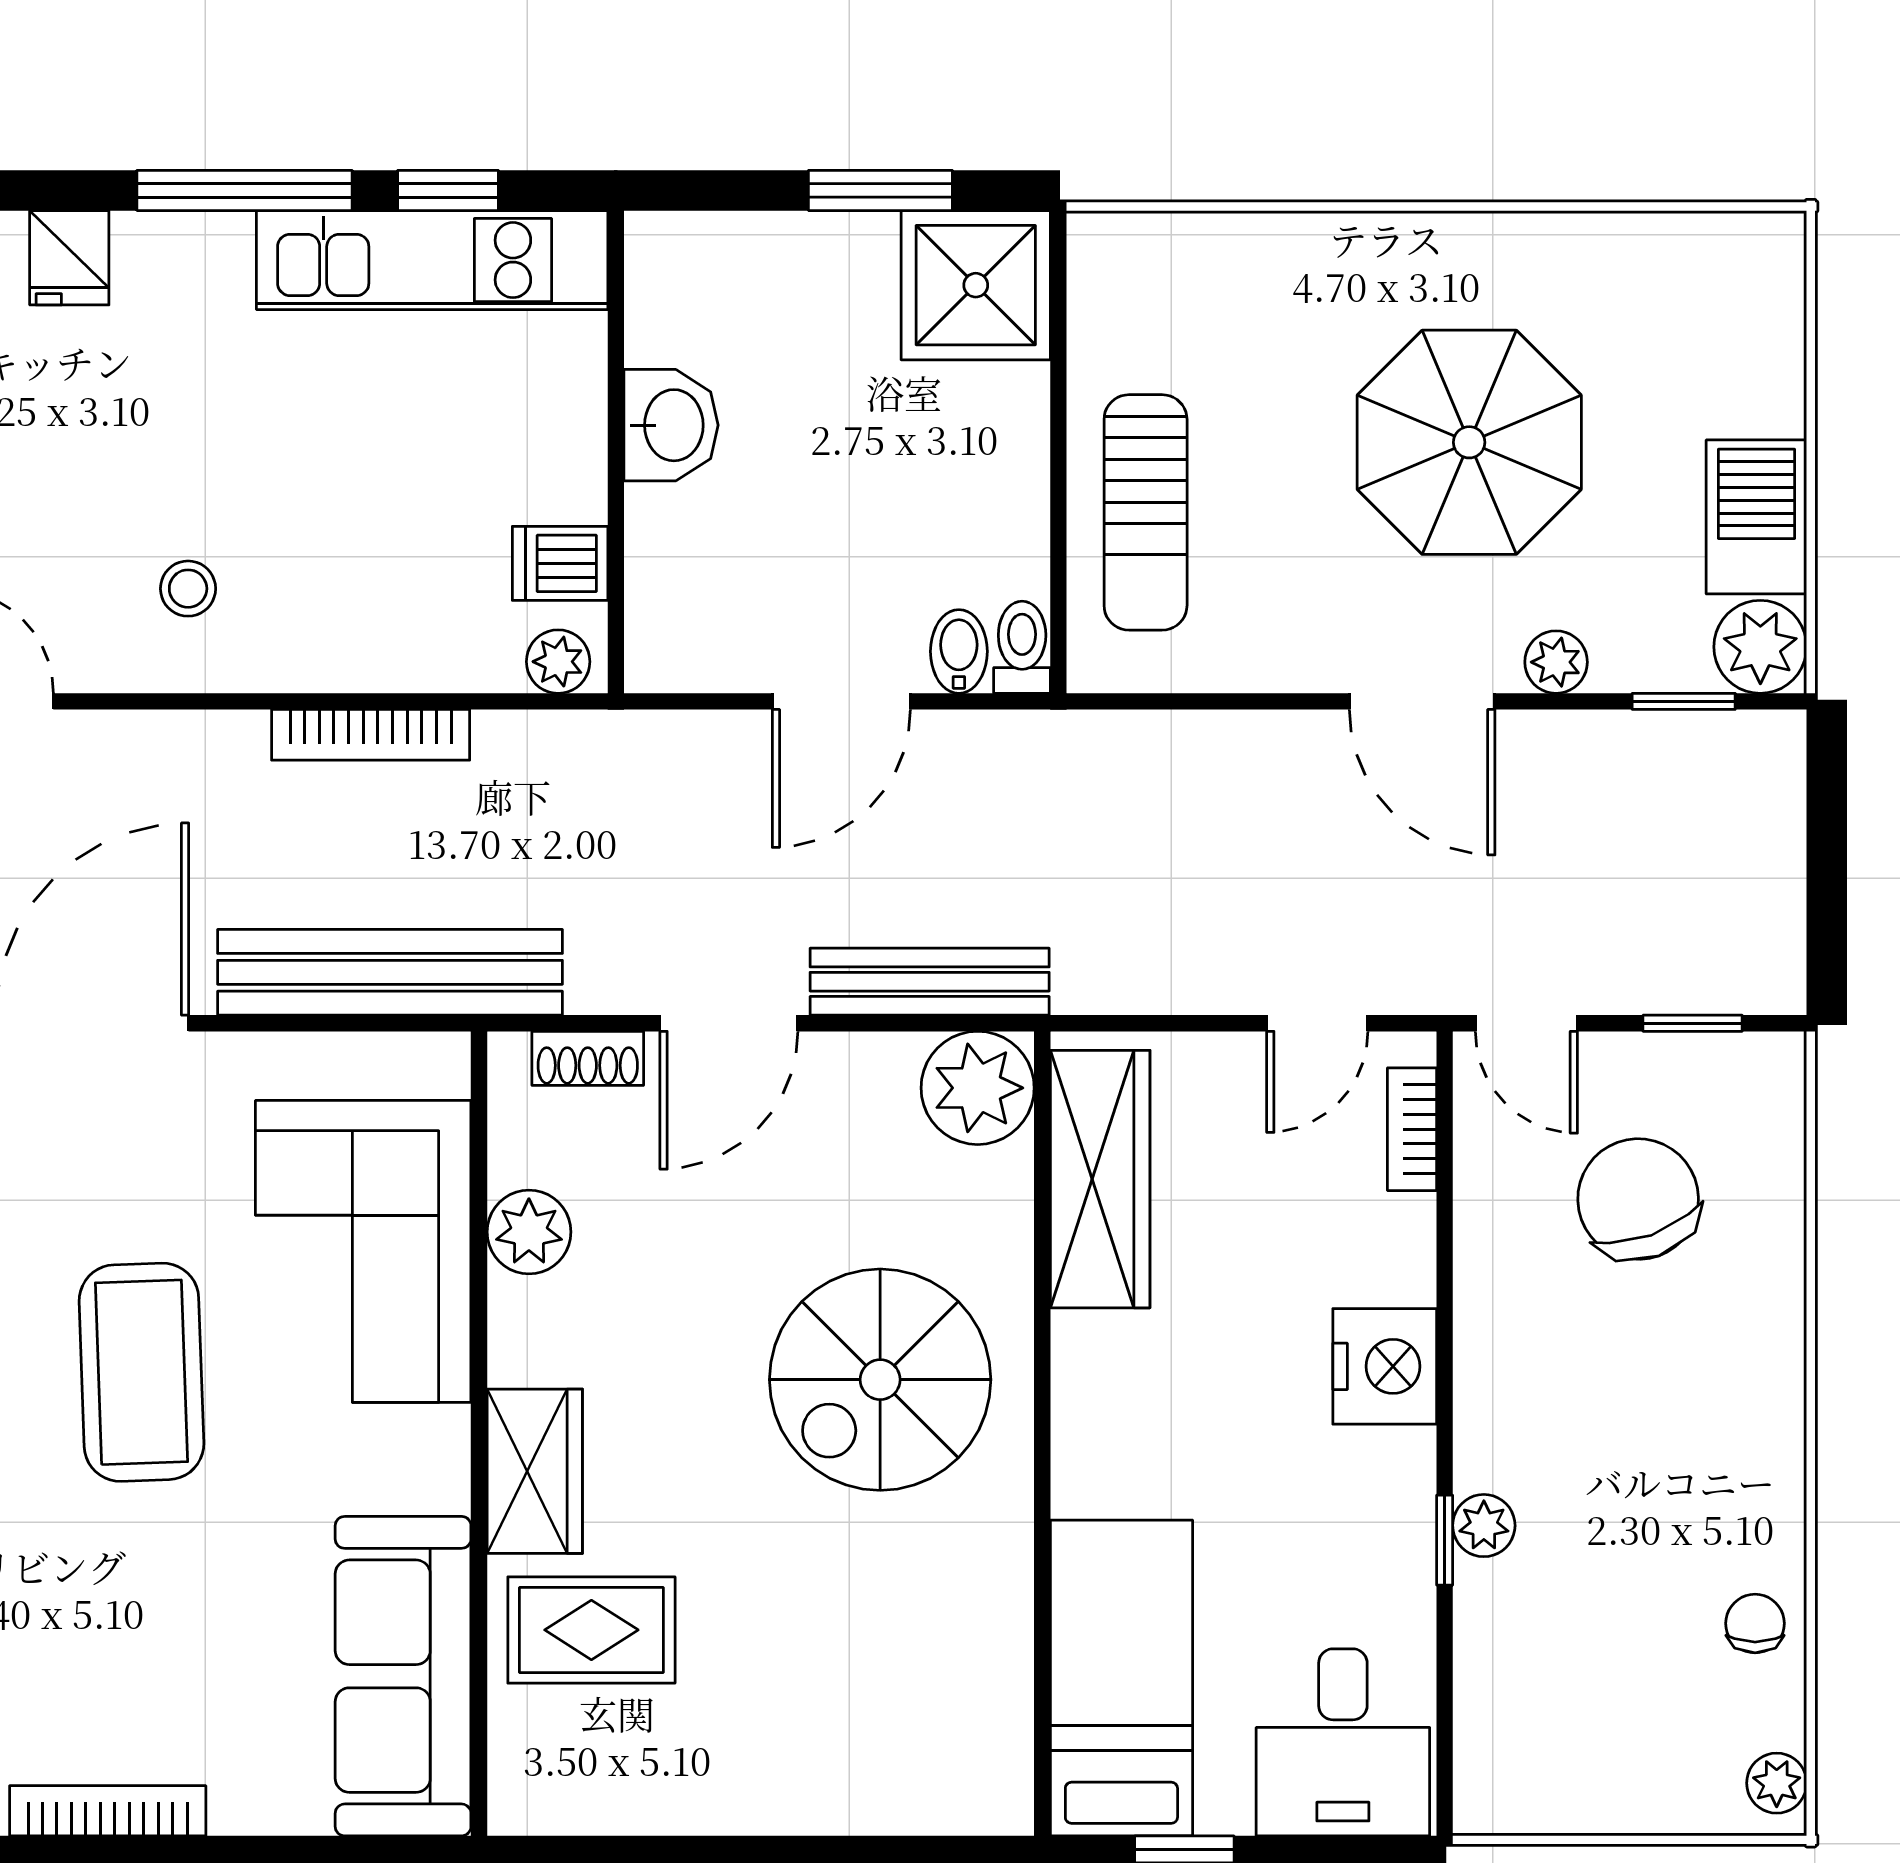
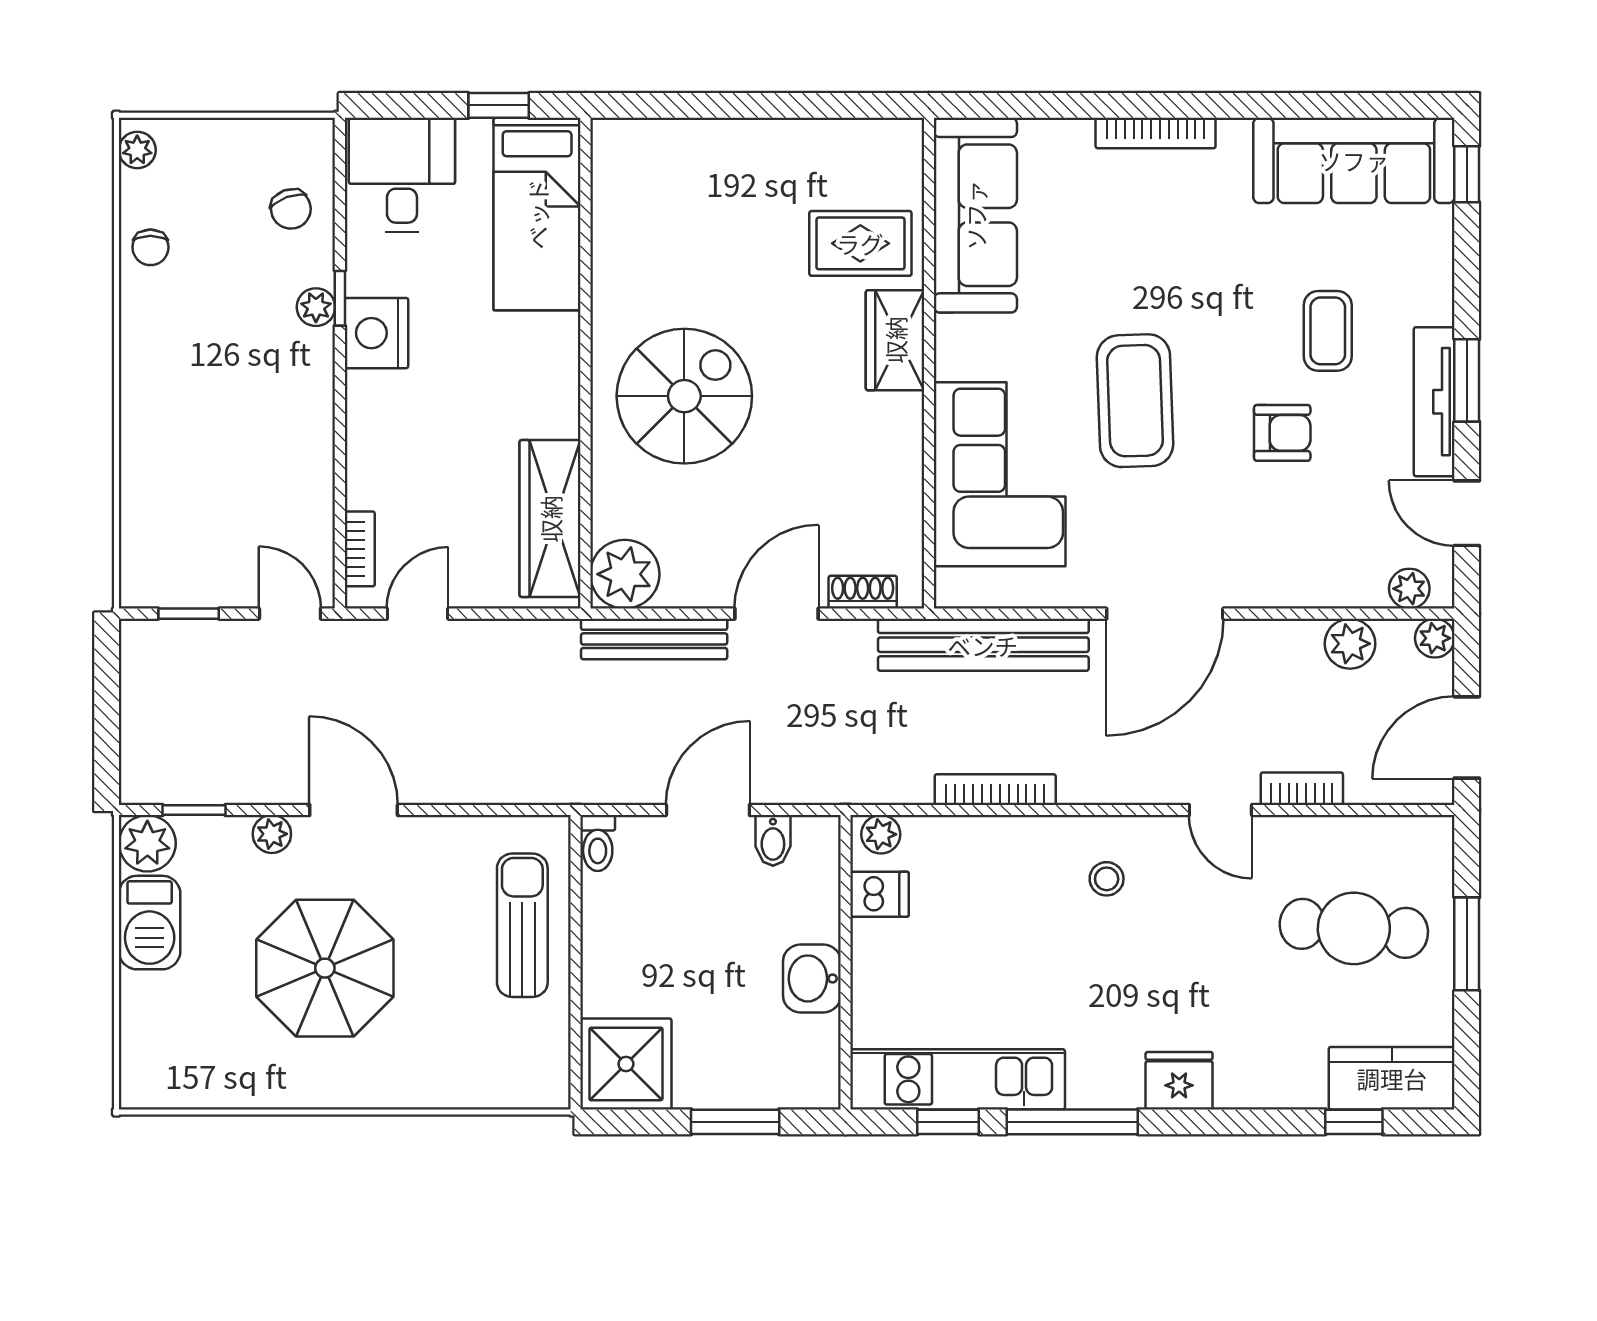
window: (880, 190) -> (735, 1122), moved
fridge: (69, 258) -> (1179, 1081), width x1.38
bidet: (959, 651) -> (773, 840), moved
chair: (1638, 1199) -> (291, 209), moved, width x0.54, depth x0.54
plant: (529, 1232) -> (899, 486), removed
nightstand: (1385, 1366) -> (376, 333), moved

